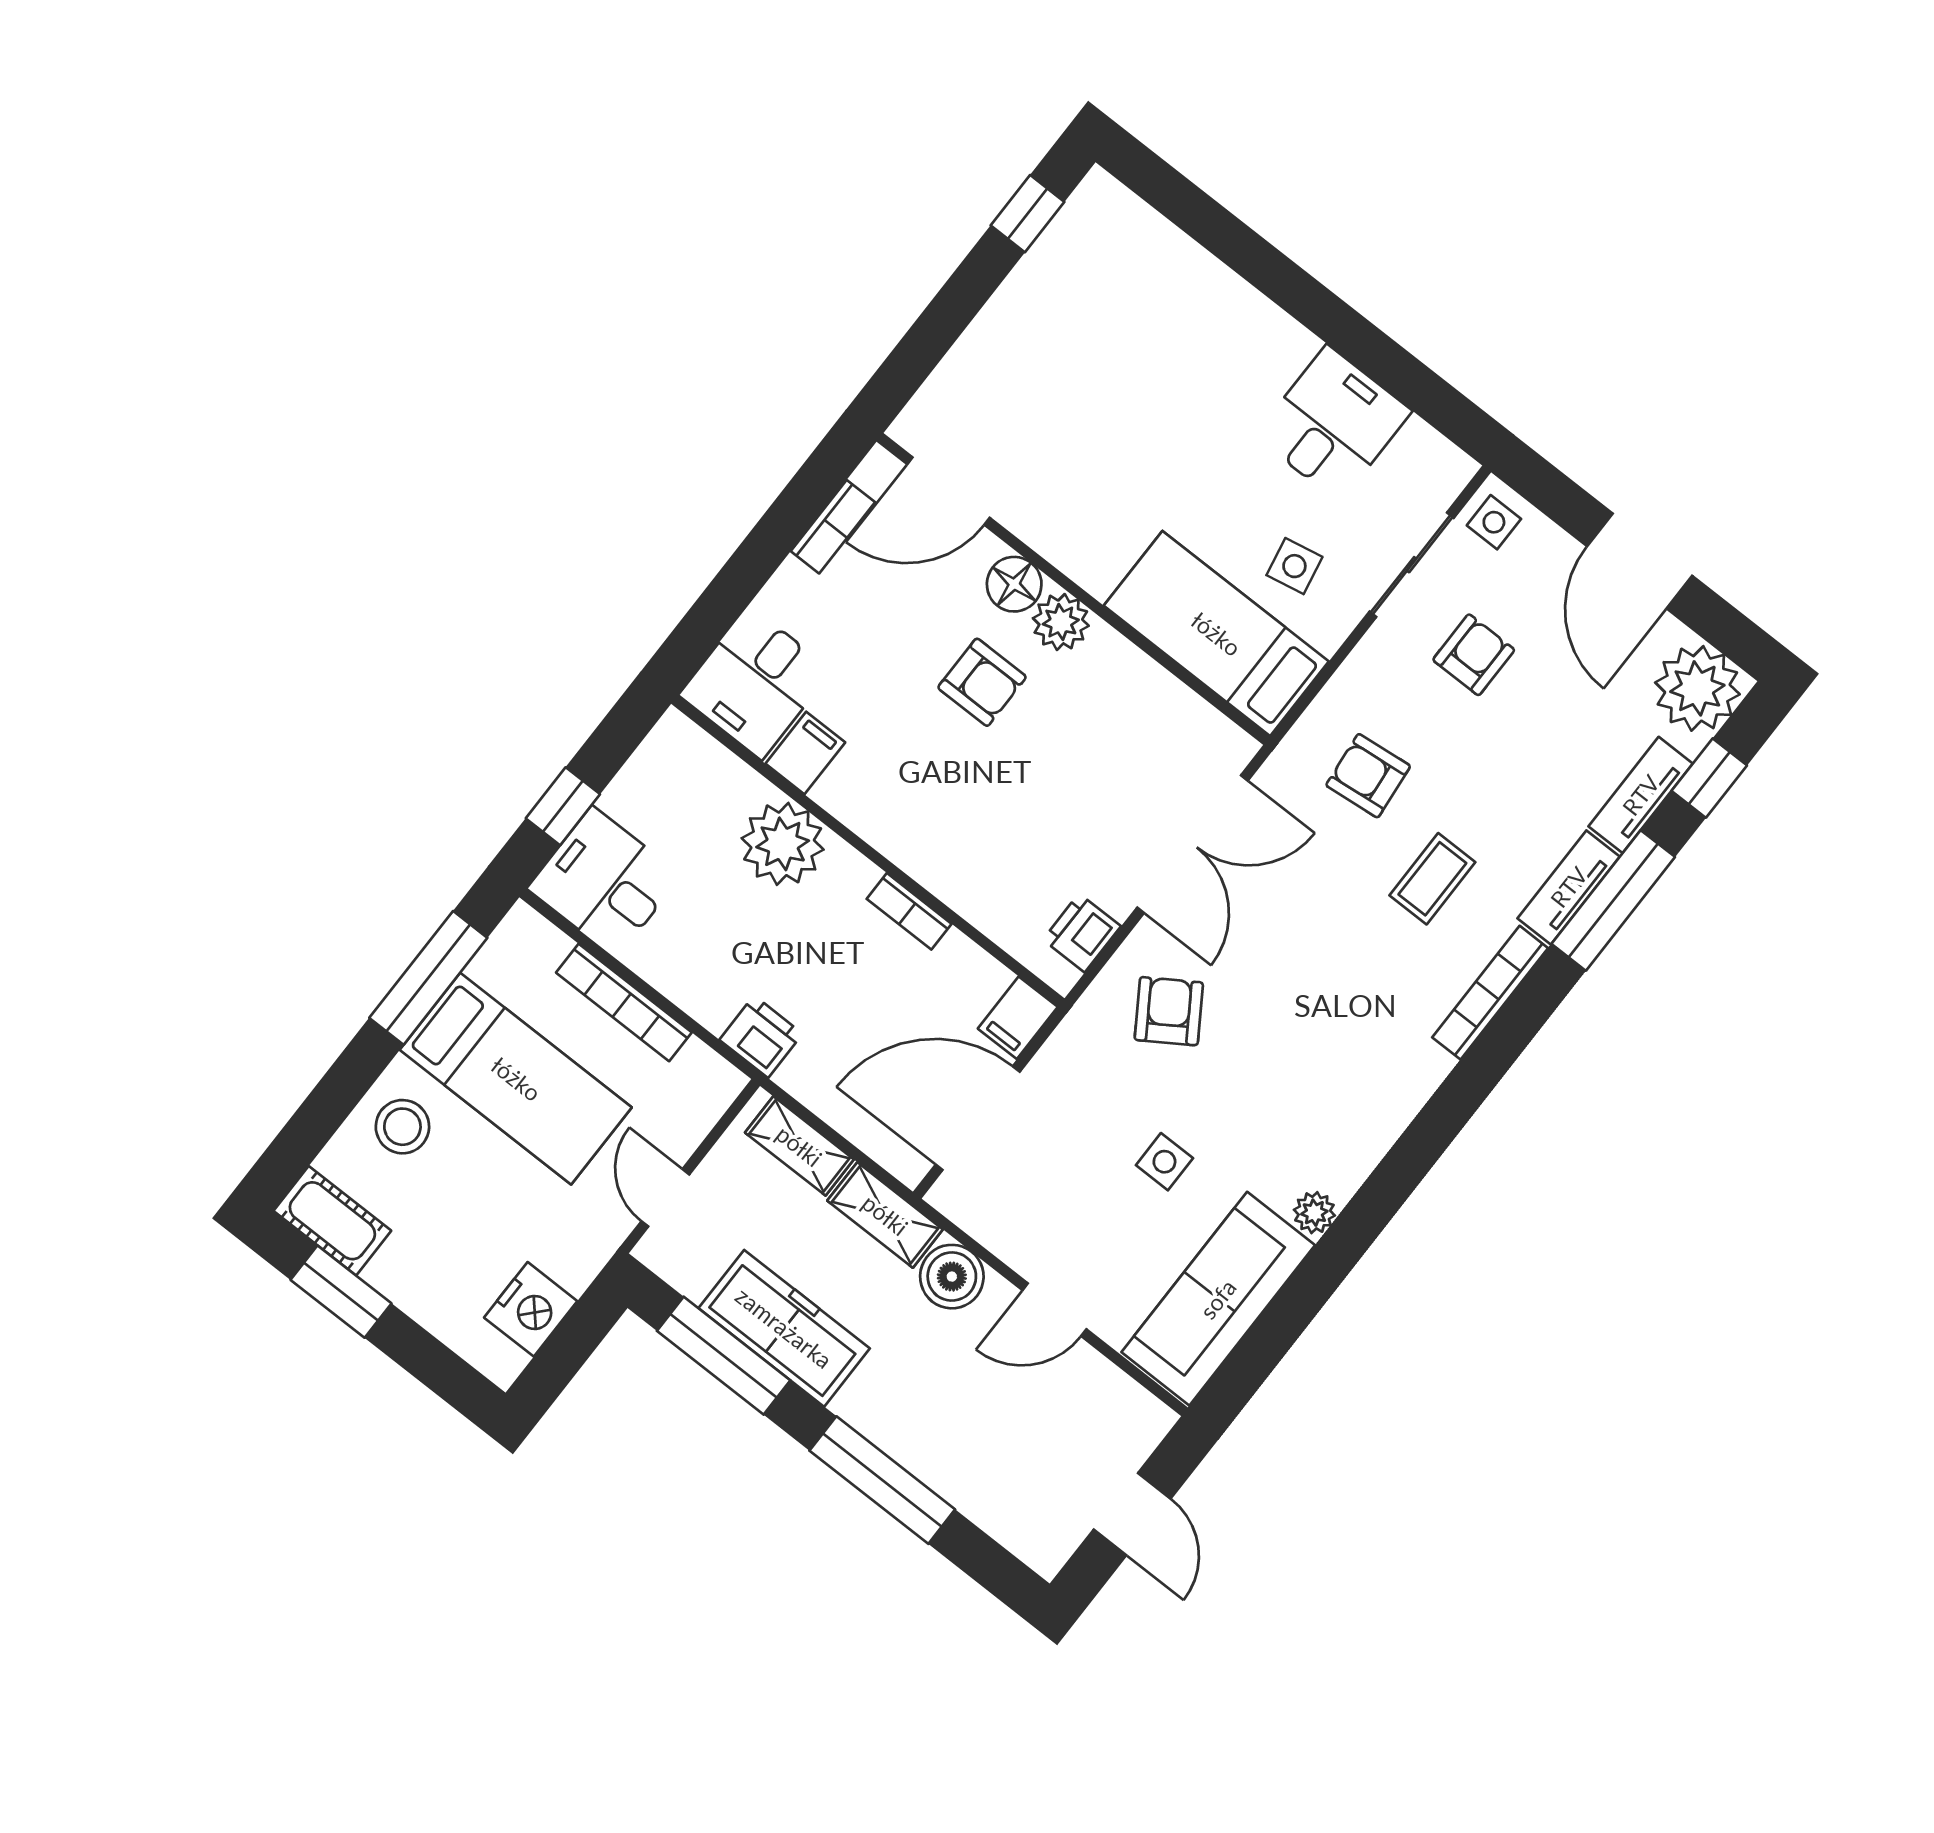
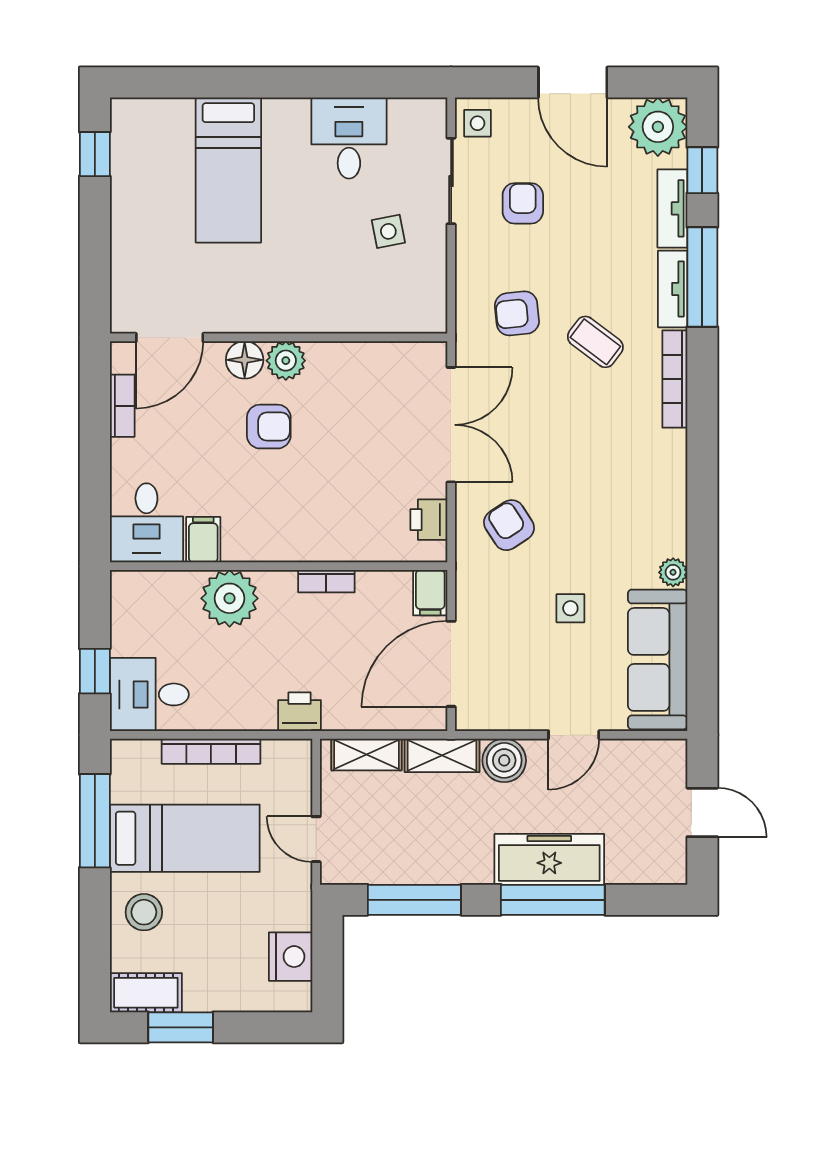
bed: (1216, 634) -> (228, 170), moved, turned -90
coffee table: (1432, 879) -> (595, 342), turned -53
freezer: (784, 1328) -> (549, 859), moved

